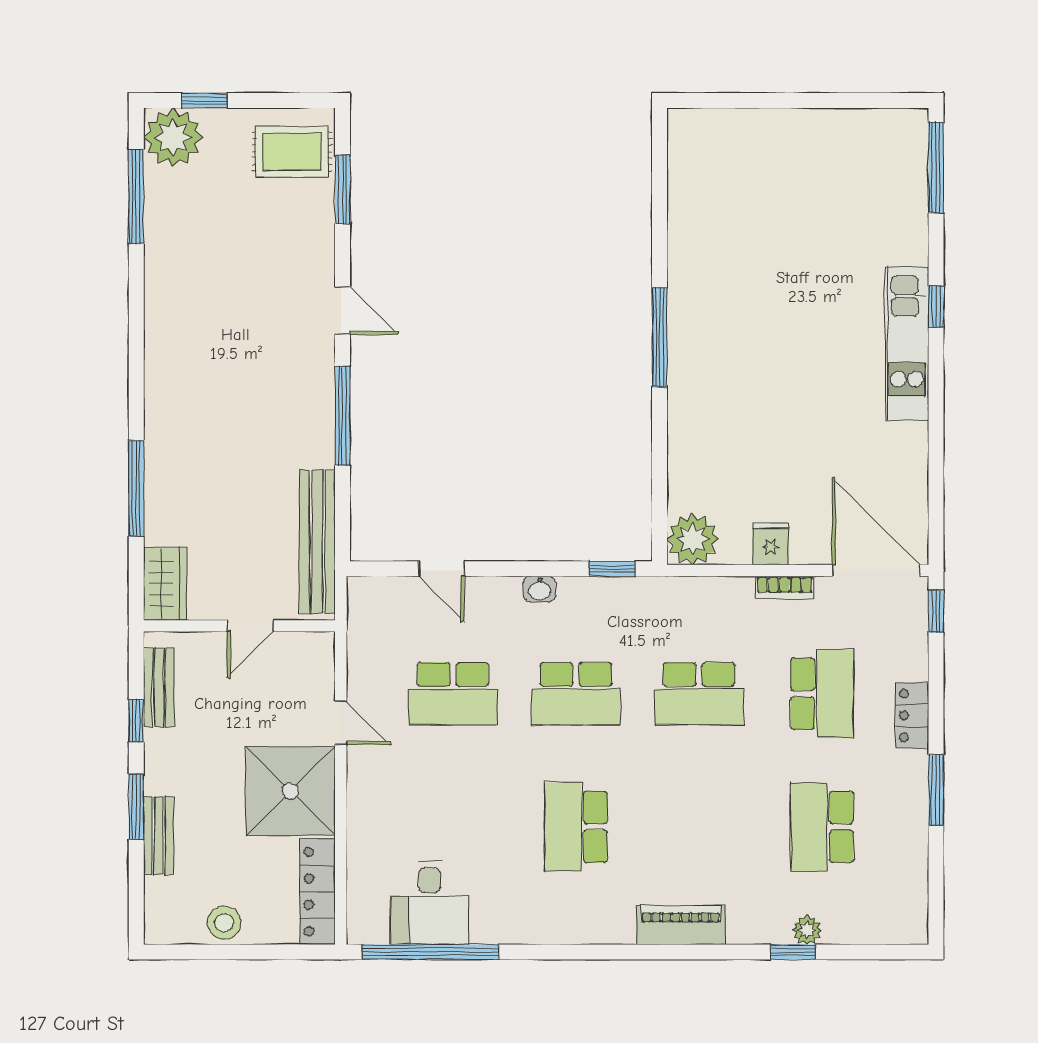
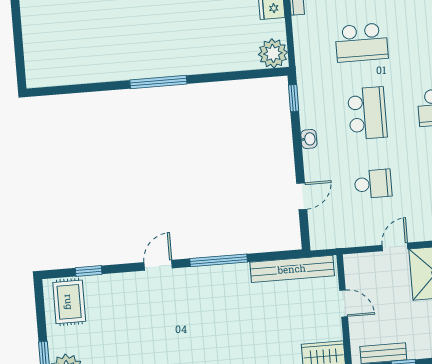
window: (343, 190) -> (89, 271), width x0.67
school desk: (453, 694) -> (373, 184), width x0.54
school desk: (699, 694) -> (361, 42), turned 90

